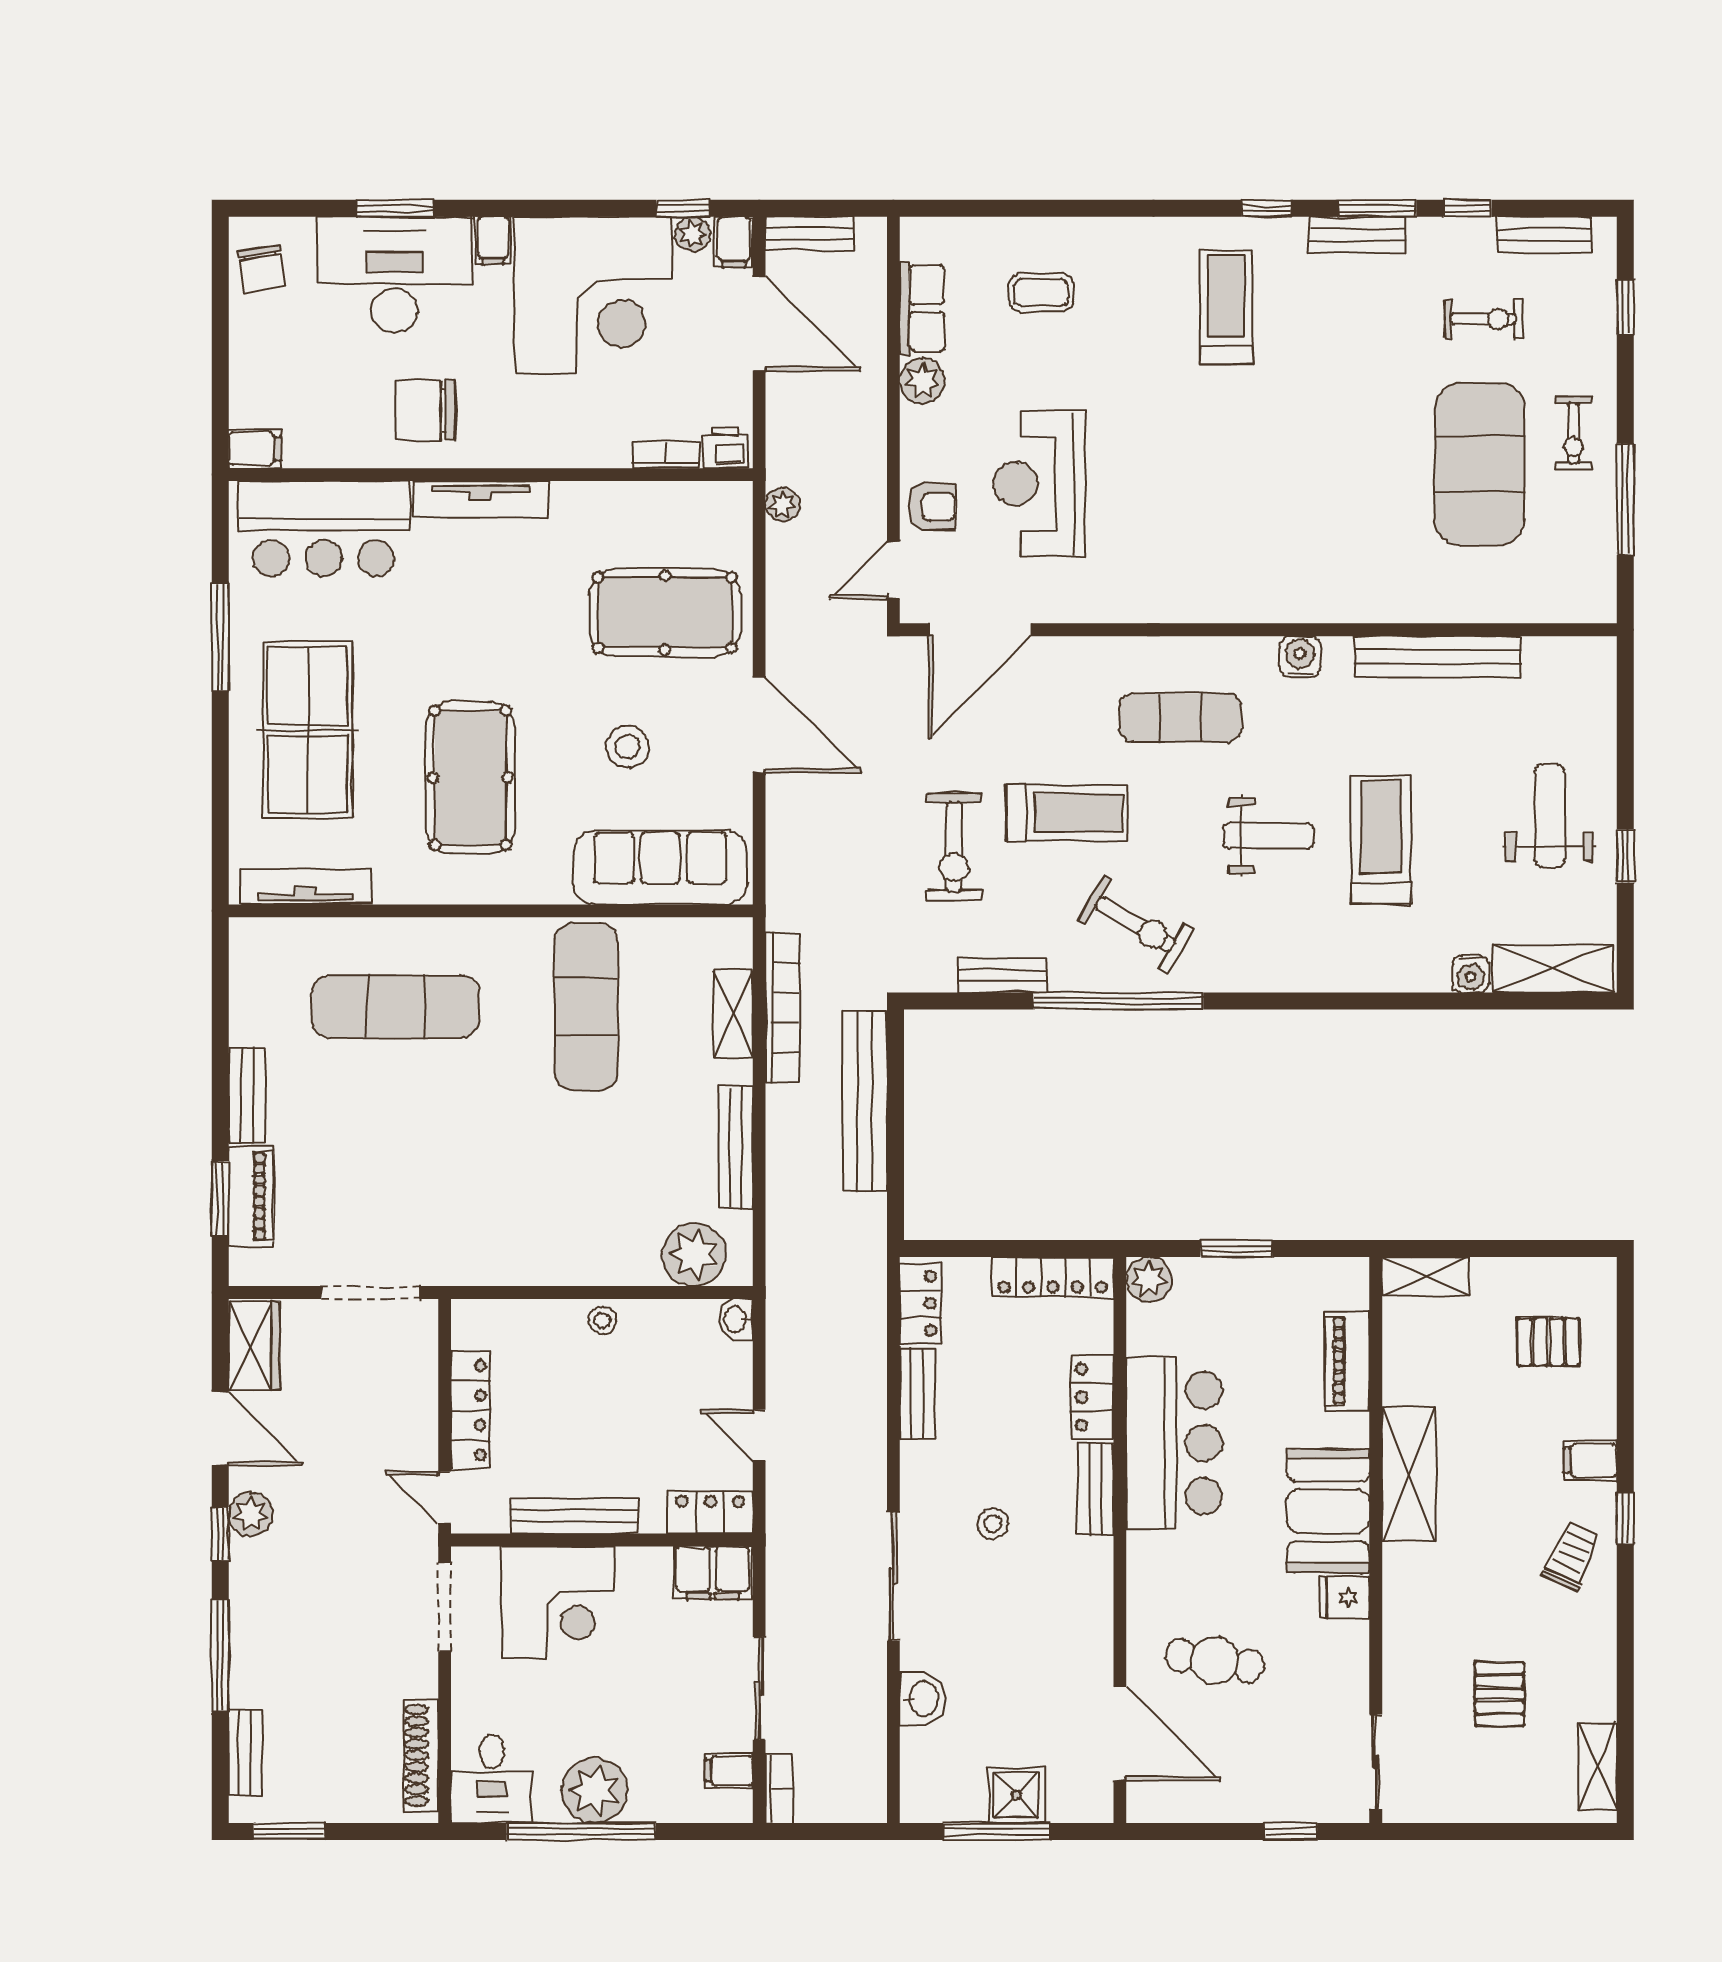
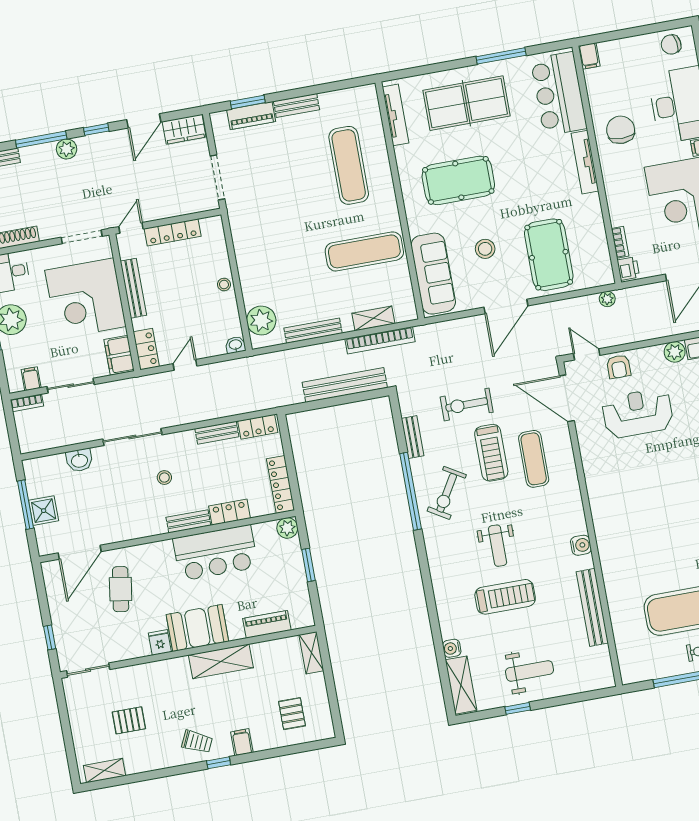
exercise mat: (1180, 718) -> (534, 459), moved
plant: (251, 1514) -> (67, 149), moved
corner desk: (558, 1602) -> (85, 298), width x1.36, depth x1.36

